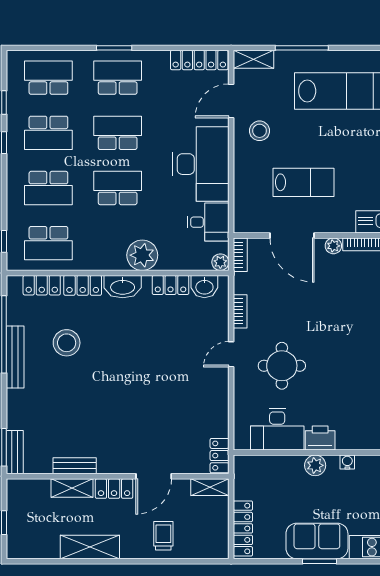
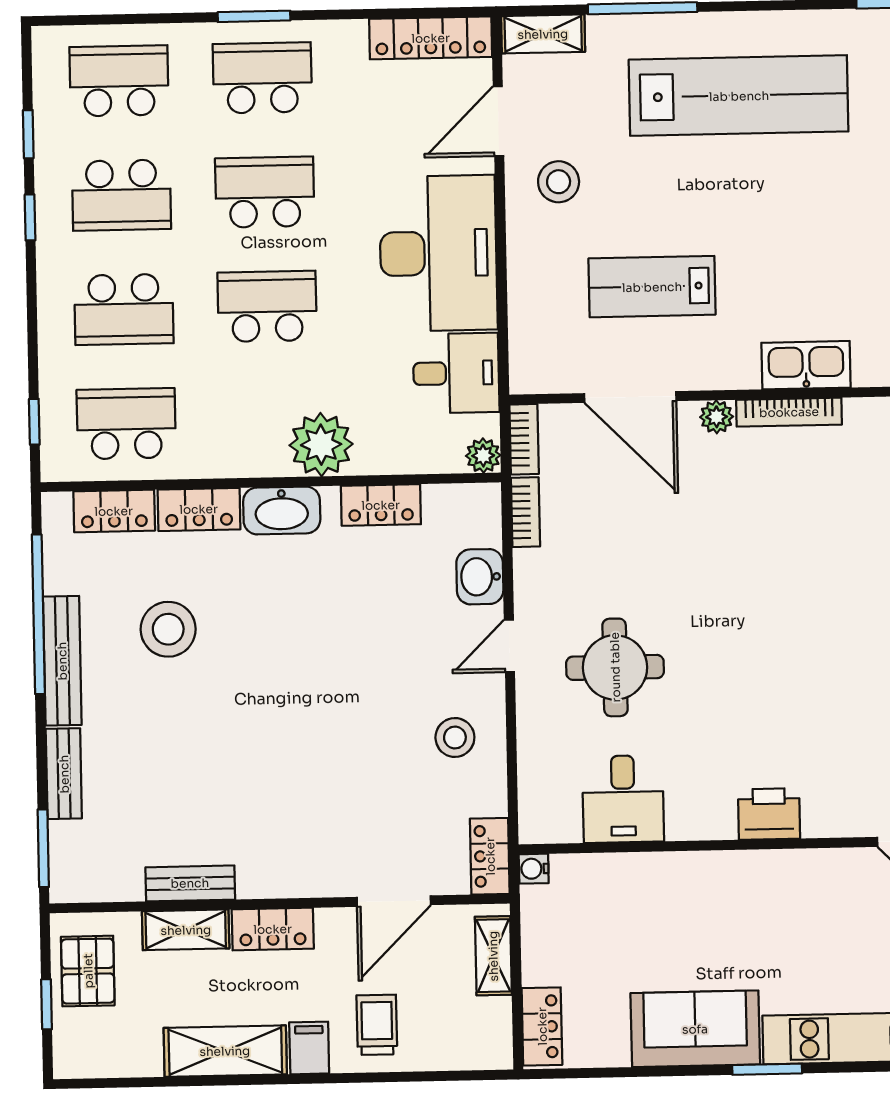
lab bench: (304, 182) -> (652, 287), turned 180
school desk: (48, 243) -> (126, 424), turned 180
washbasin: (204, 287) -> (480, 577), moved, turned 90
bookcase: (240, 311) -> (525, 512), moved
stool: (204, 398) -> (455, 738), added
desk: (277, 429) -> (623, 799), width x0.73
printer: (320, 438) -> (769, 814), moved
bench: (15, 452) -> (64, 774), moved
water cooler: (347, 462) -> (534, 869), moved, turned -90
plant: (315, 465) -> (688, 872), removed
door: (154, 476) -> (394, 901), moved
shelving: (210, 487) -> (493, 956), moved, turned 90
pallet: (24, 507) -> (88, 971), added
locker: (243, 528) -> (542, 1026), width x0.66
filing cabinet: (130, 546) -> (309, 1048), added
window: (319, 561) -> (767, 1069), moved

